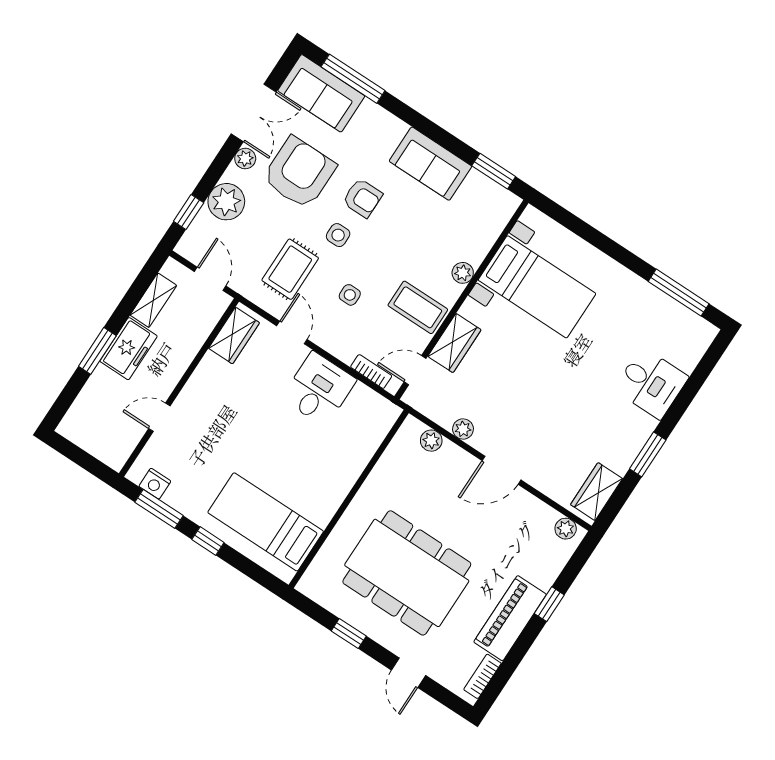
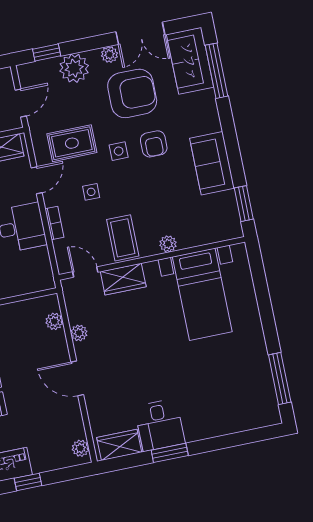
bookcase: (371, 371) -> (54, 223), moved
desk: (651, 383) -> (160, 425), moved

